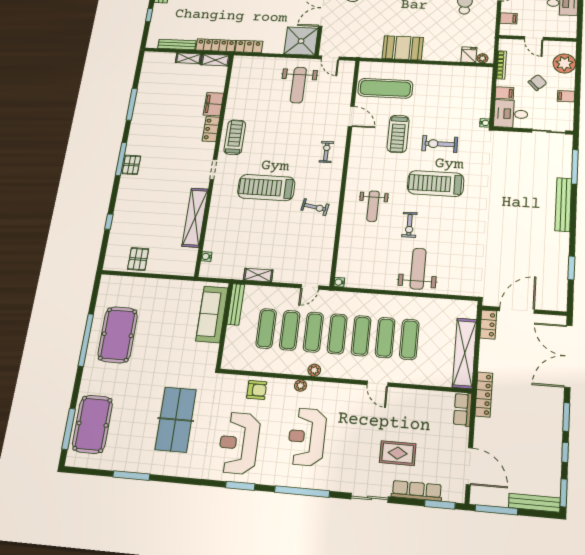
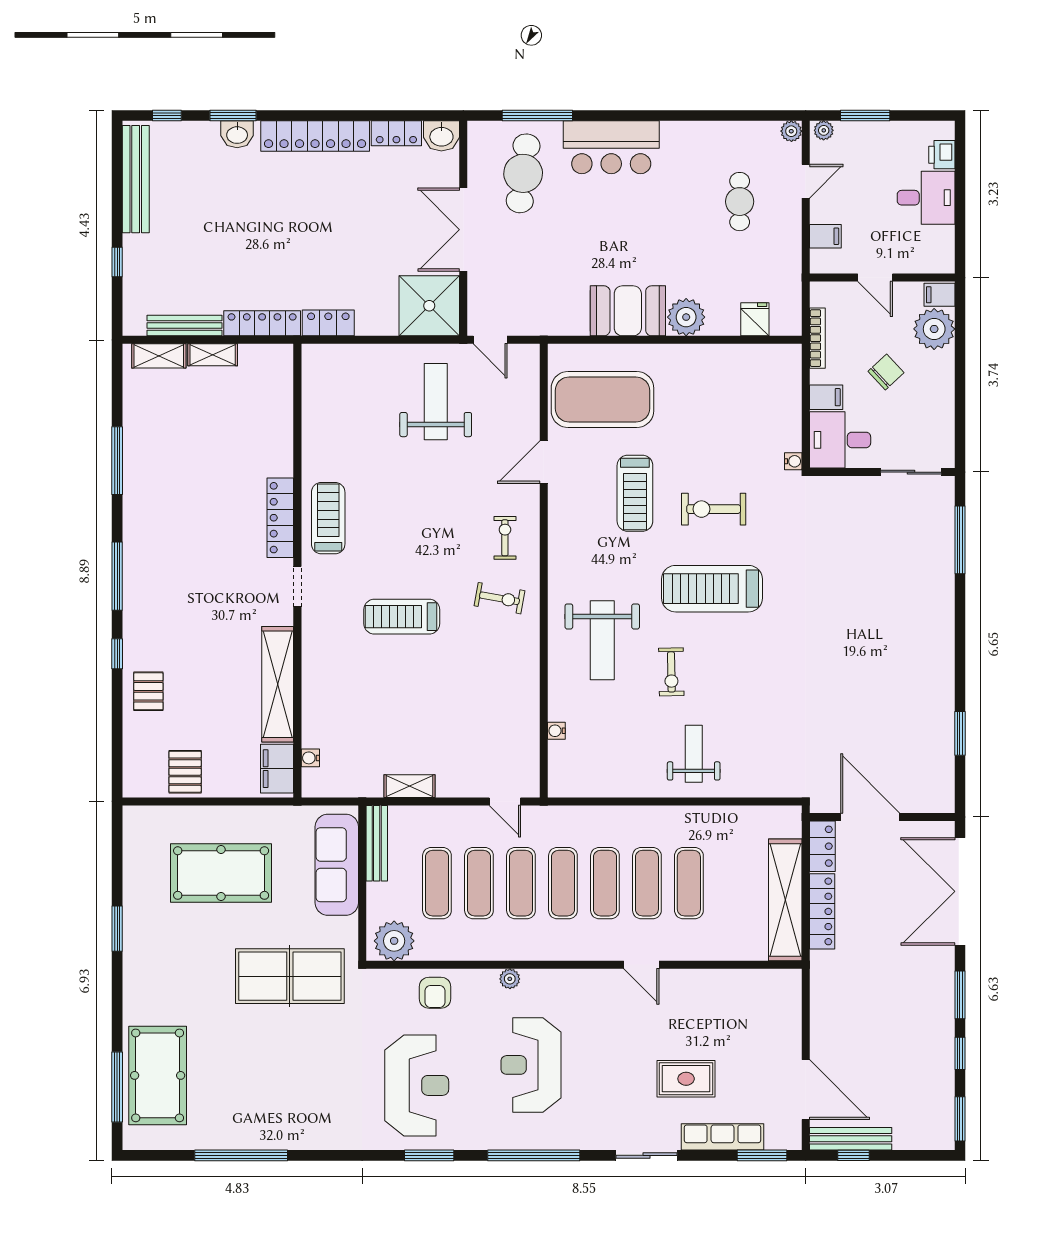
plant: (482, 58) -> (686, 317), moved, width x1.87, depth x1.87
shelving: (215, 60) -> (159, 356), moved
weight bench: (298, 85) -> (436, 402), turned 180
exercise mat: (385, 88) -> (602, 400), width x1.47
filing cabinet: (566, 96) -> (939, 295), moved
filing cabinet: (214, 104) -> (277, 769), moved
door: (351, 116) -> (544, 462), swing flipped
locker: (211, 129) -> (280, 518), width x1.53
pallet: (131, 165) -> (148, 691), moved
treadmill: (266, 188) -> (402, 617), width x0.73, depth x0.73
bench: (563, 205) -> (942, 615), removed
weight bench: (373, 206) -> (602, 640), width x1.36, depth x1.33
exercise bike: (315, 207) -> (500, 598), moved
window: (109, 222) -> (117, 654), moved
weight bench: (418, 269) -> (694, 754), width x0.73, depth x0.75
water cooler: (339, 282) -> (556, 731), moved
door: (310, 287) -> (505, 801), hinge flipped
door: (517, 310) -> (870, 817), hinge flipped
pool table: (118, 335) -> (221, 873), moved, turned 90
window: (86, 340) -> (117, 929), width x0.47
plant: (314, 370) -> (394, 941), moved, width x1.87, depth x1.87
armchair: (257, 390) -> (435, 993), turned 90
locker: (484, 394) -> (822, 911), moved
row of seats: (463, 409) -> (788, 997), removed
table tennis table: (176, 419) -> (290, 976), moved, turned 90
reception desk: (239, 443) -> (417, 1085), turned 180
window: (131, 476) -> (241, 1155), width x1.46
bench: (534, 503) -> (851, 1139), moved
window: (496, 510) -> (854, 1155), width x0.46

